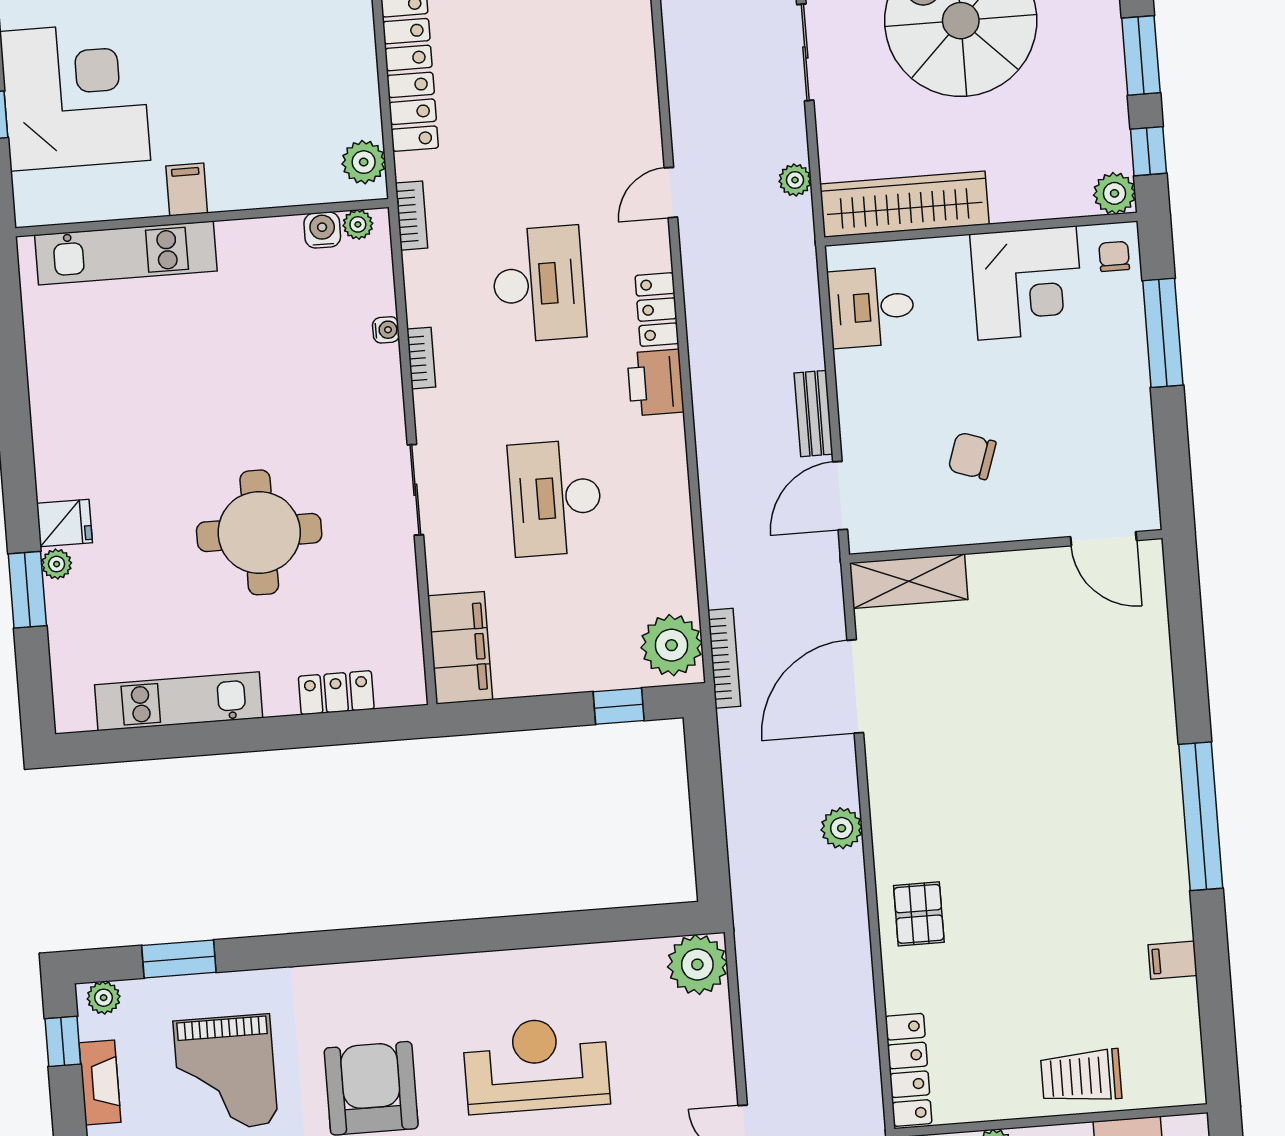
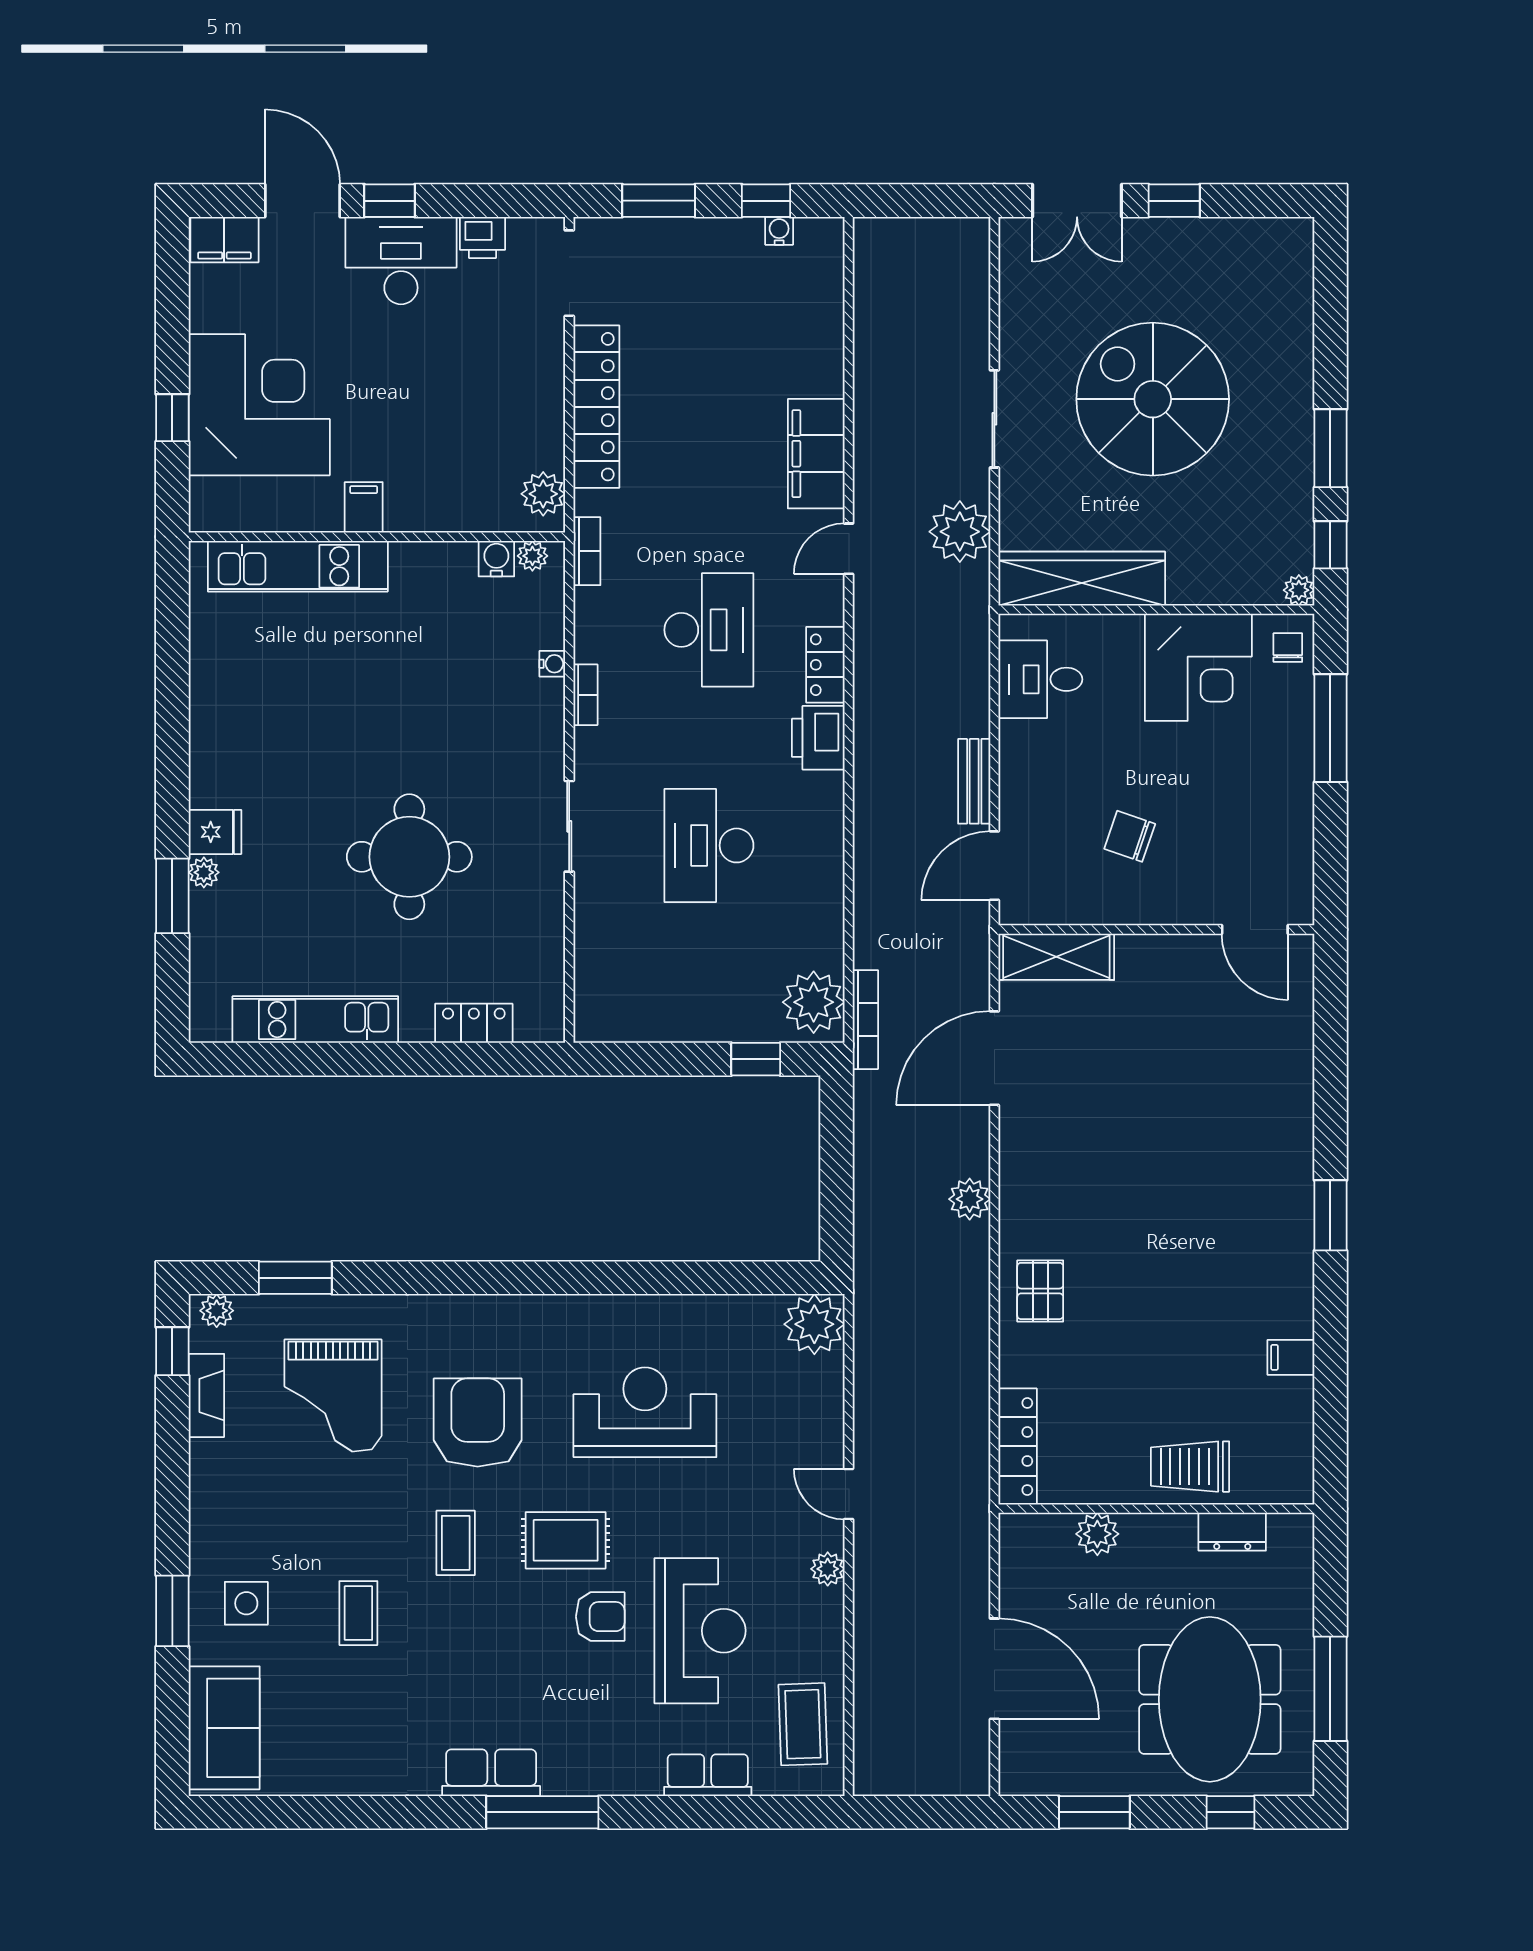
plant: (795, 180) -> (960, 532), width x1.87, depth x1.87
plant: (1114, 193) -> (1299, 590), width x0.73, depth x0.73
filing cabinet: (460, 648) -> (816, 454), moved, turned 180
window: (1201, 816) -> (1330, 1215), width x0.47

